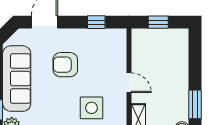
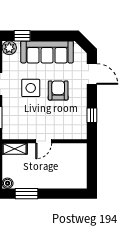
window: (158, 22) -> (92, 164), removed
side table: (91, 108) -> (31, 88), moved

